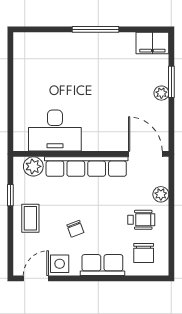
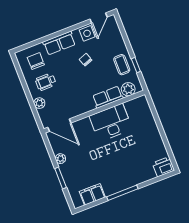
printer: (26, 43) -> (163, 167), added
filing cabinet: (152, 43) -> (92, 194), moved
plant: (161, 93) -> (60, 159), moved
desk: (55, 131) -> (111, 123), moved
row of seats: (86, 167) -> (108, 97), width x0.50
coffee table: (30, 218) -> (122, 65), moved

